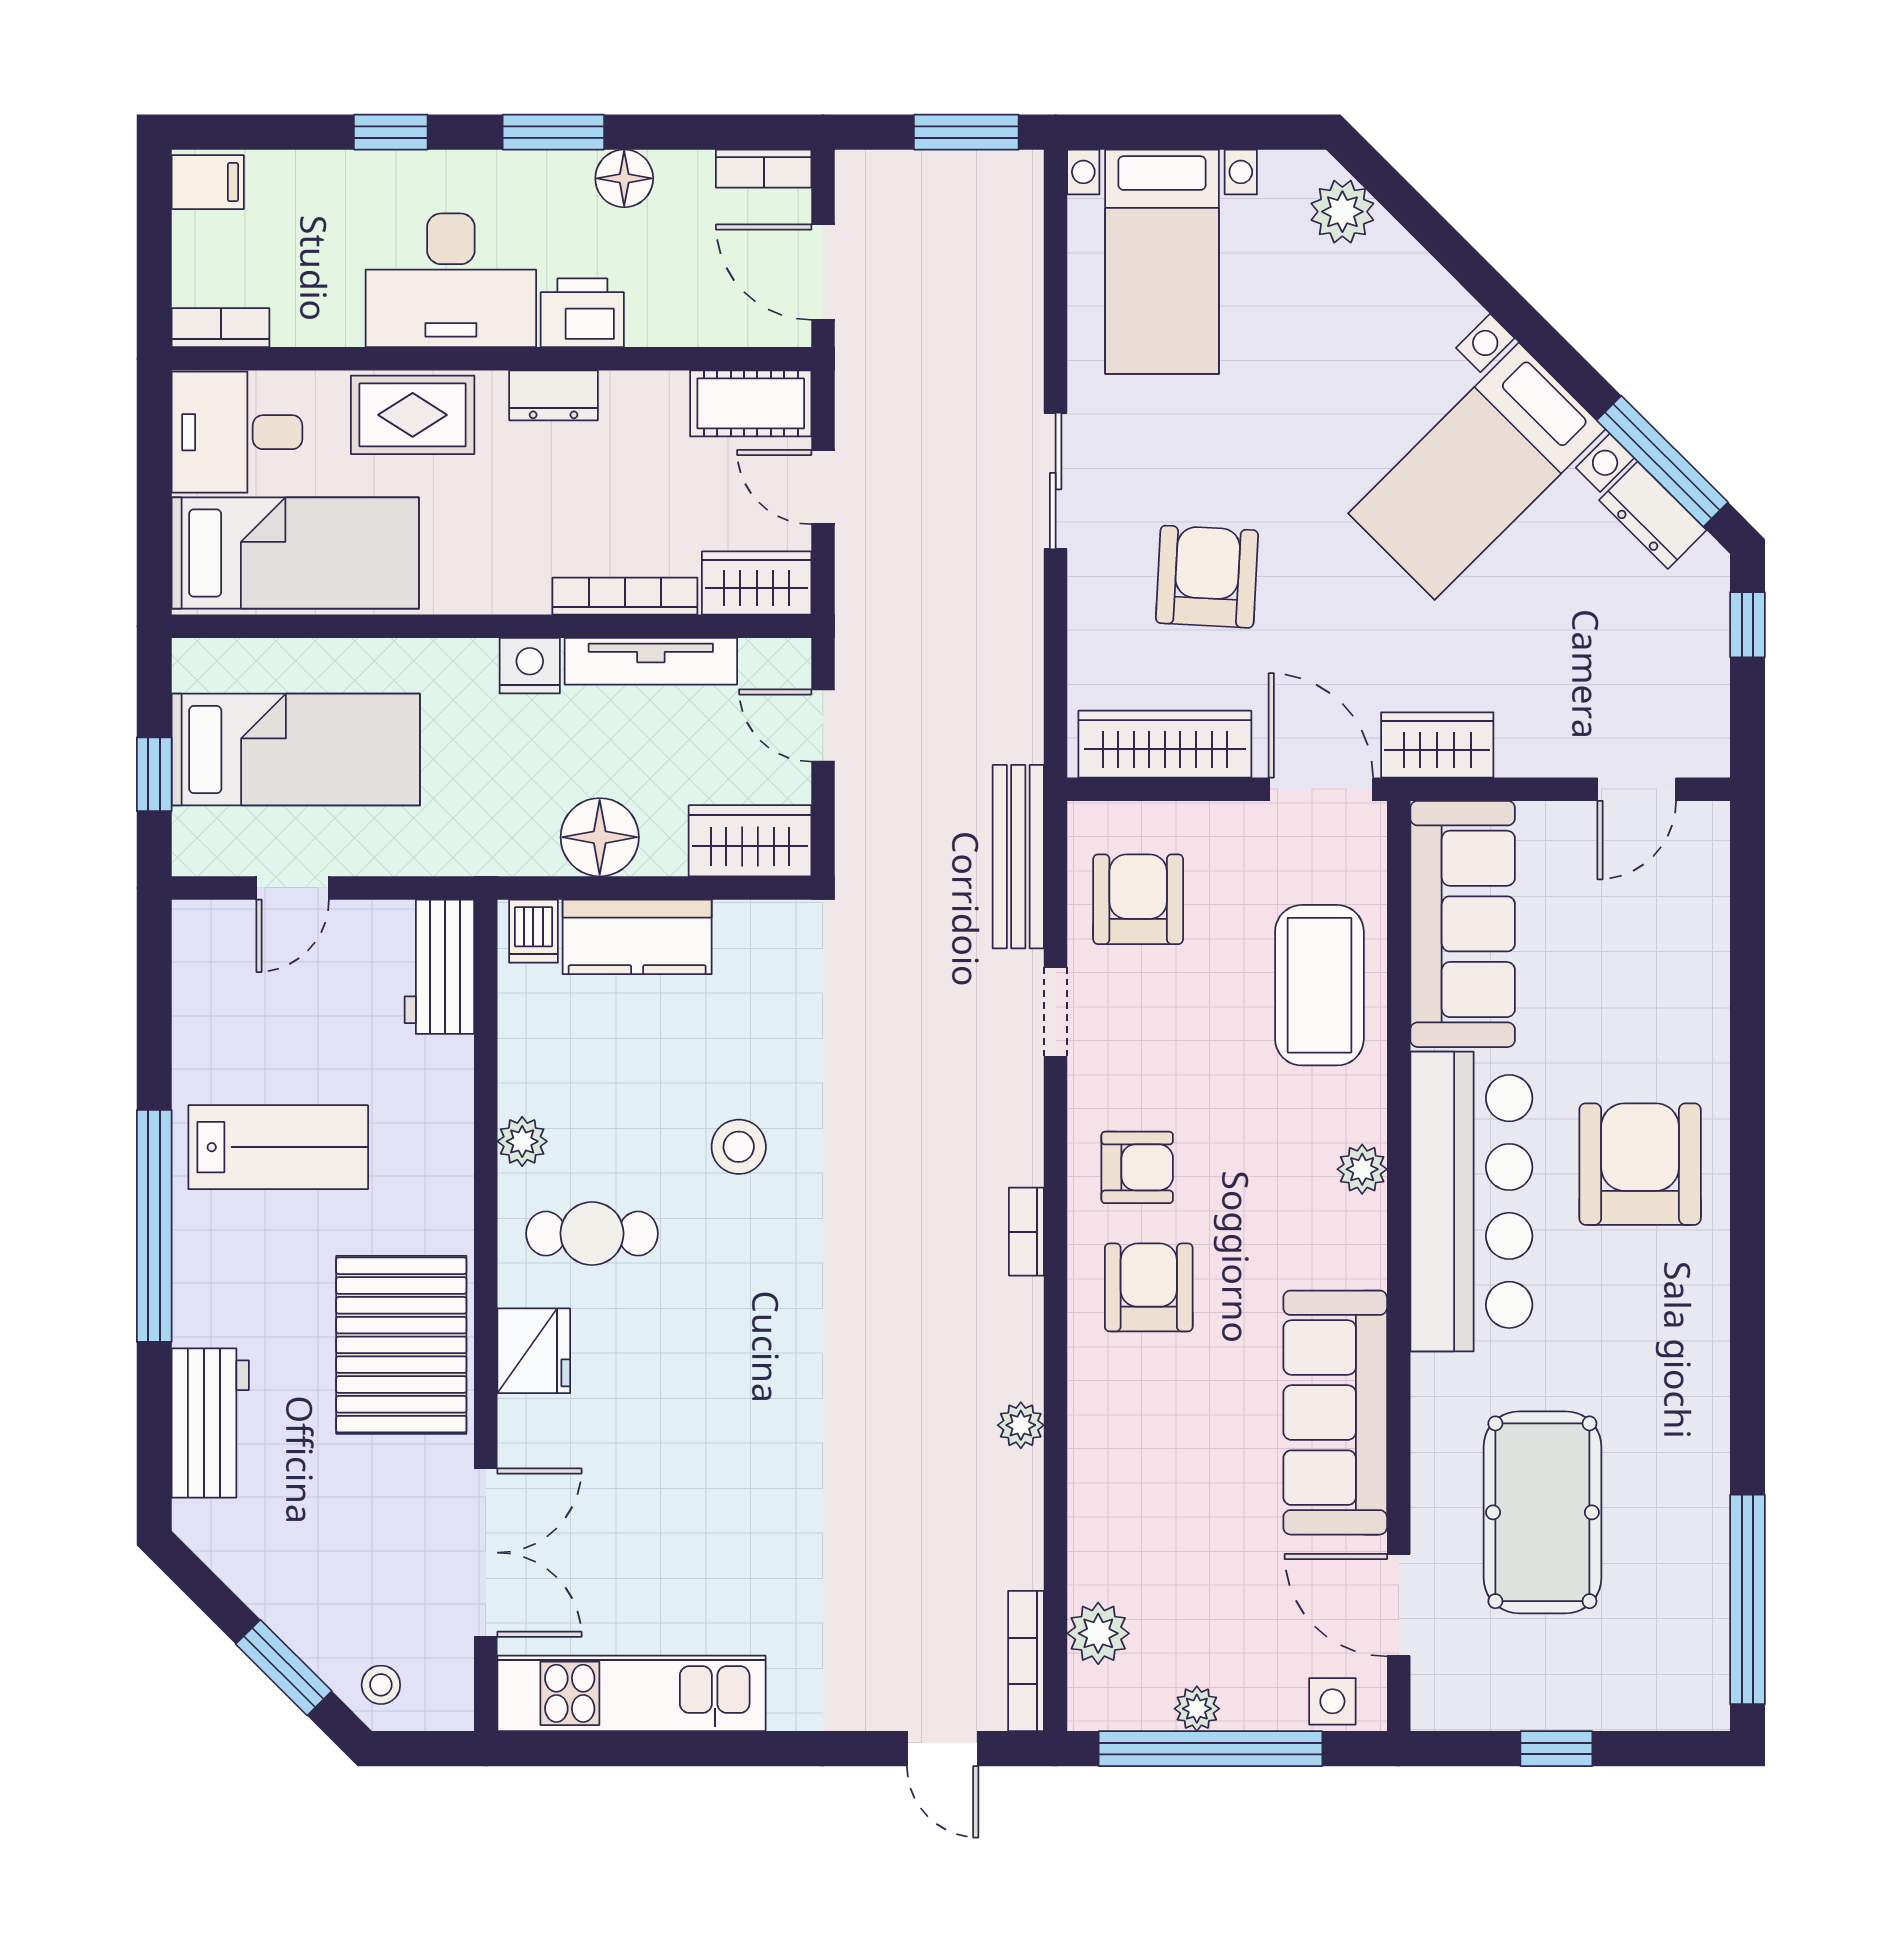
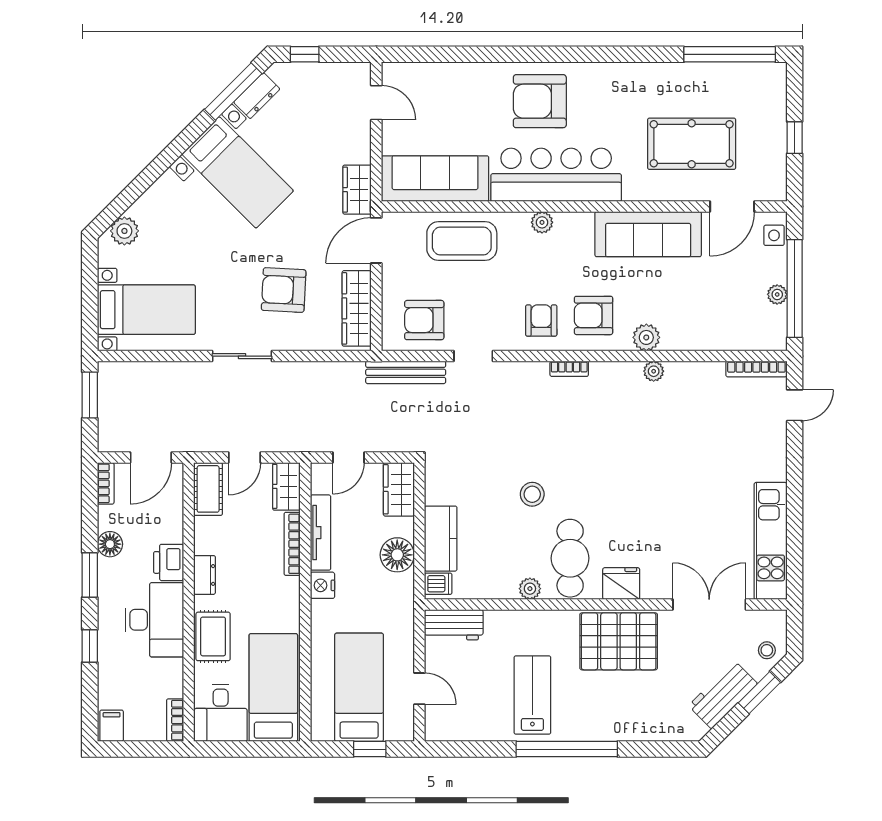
cafe table: (592, 1234) -> (570, 558), width x1.37, depth x1.35
workbench: (210, 1423) -> (723, 695), moved, turned -45
plant: (1098, 1633) -> (646, 337), moved

